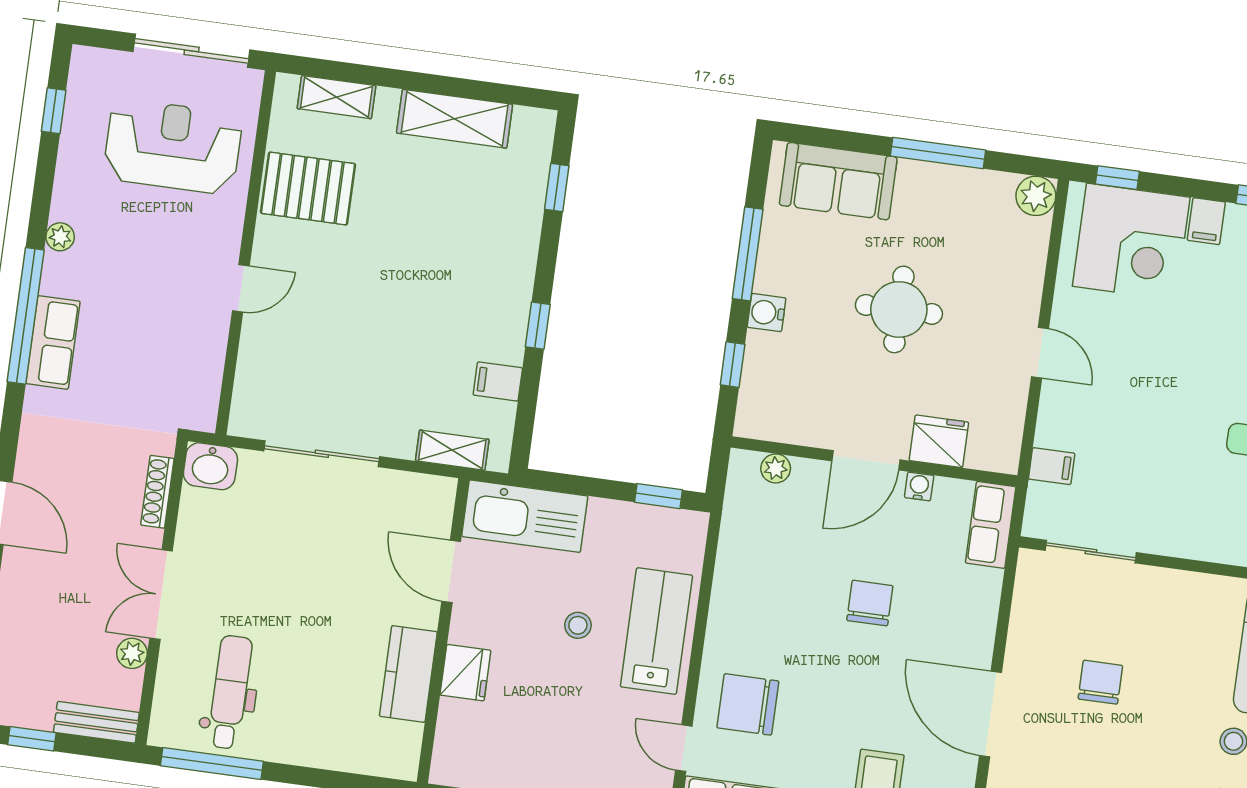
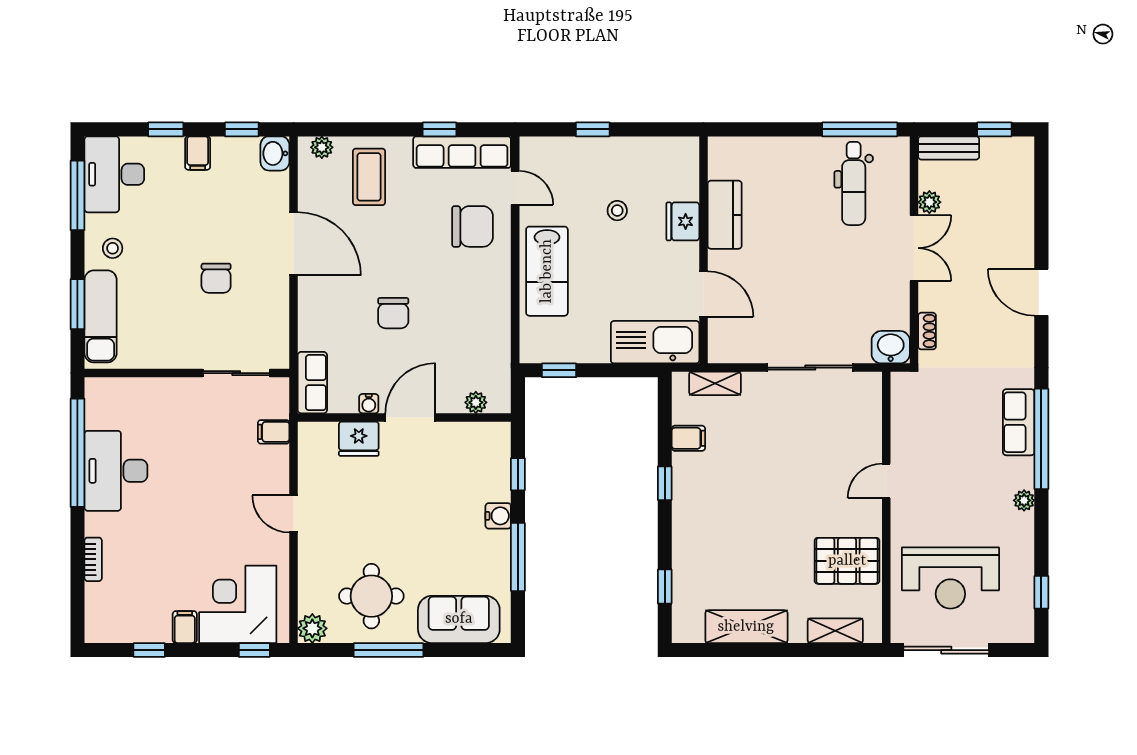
round table: (899, 309) -> (371, 596), moved
shoe rack: (157, 492) -> (927, 331), width x0.70
stool: (578, 625) -> (617, 211), moved

